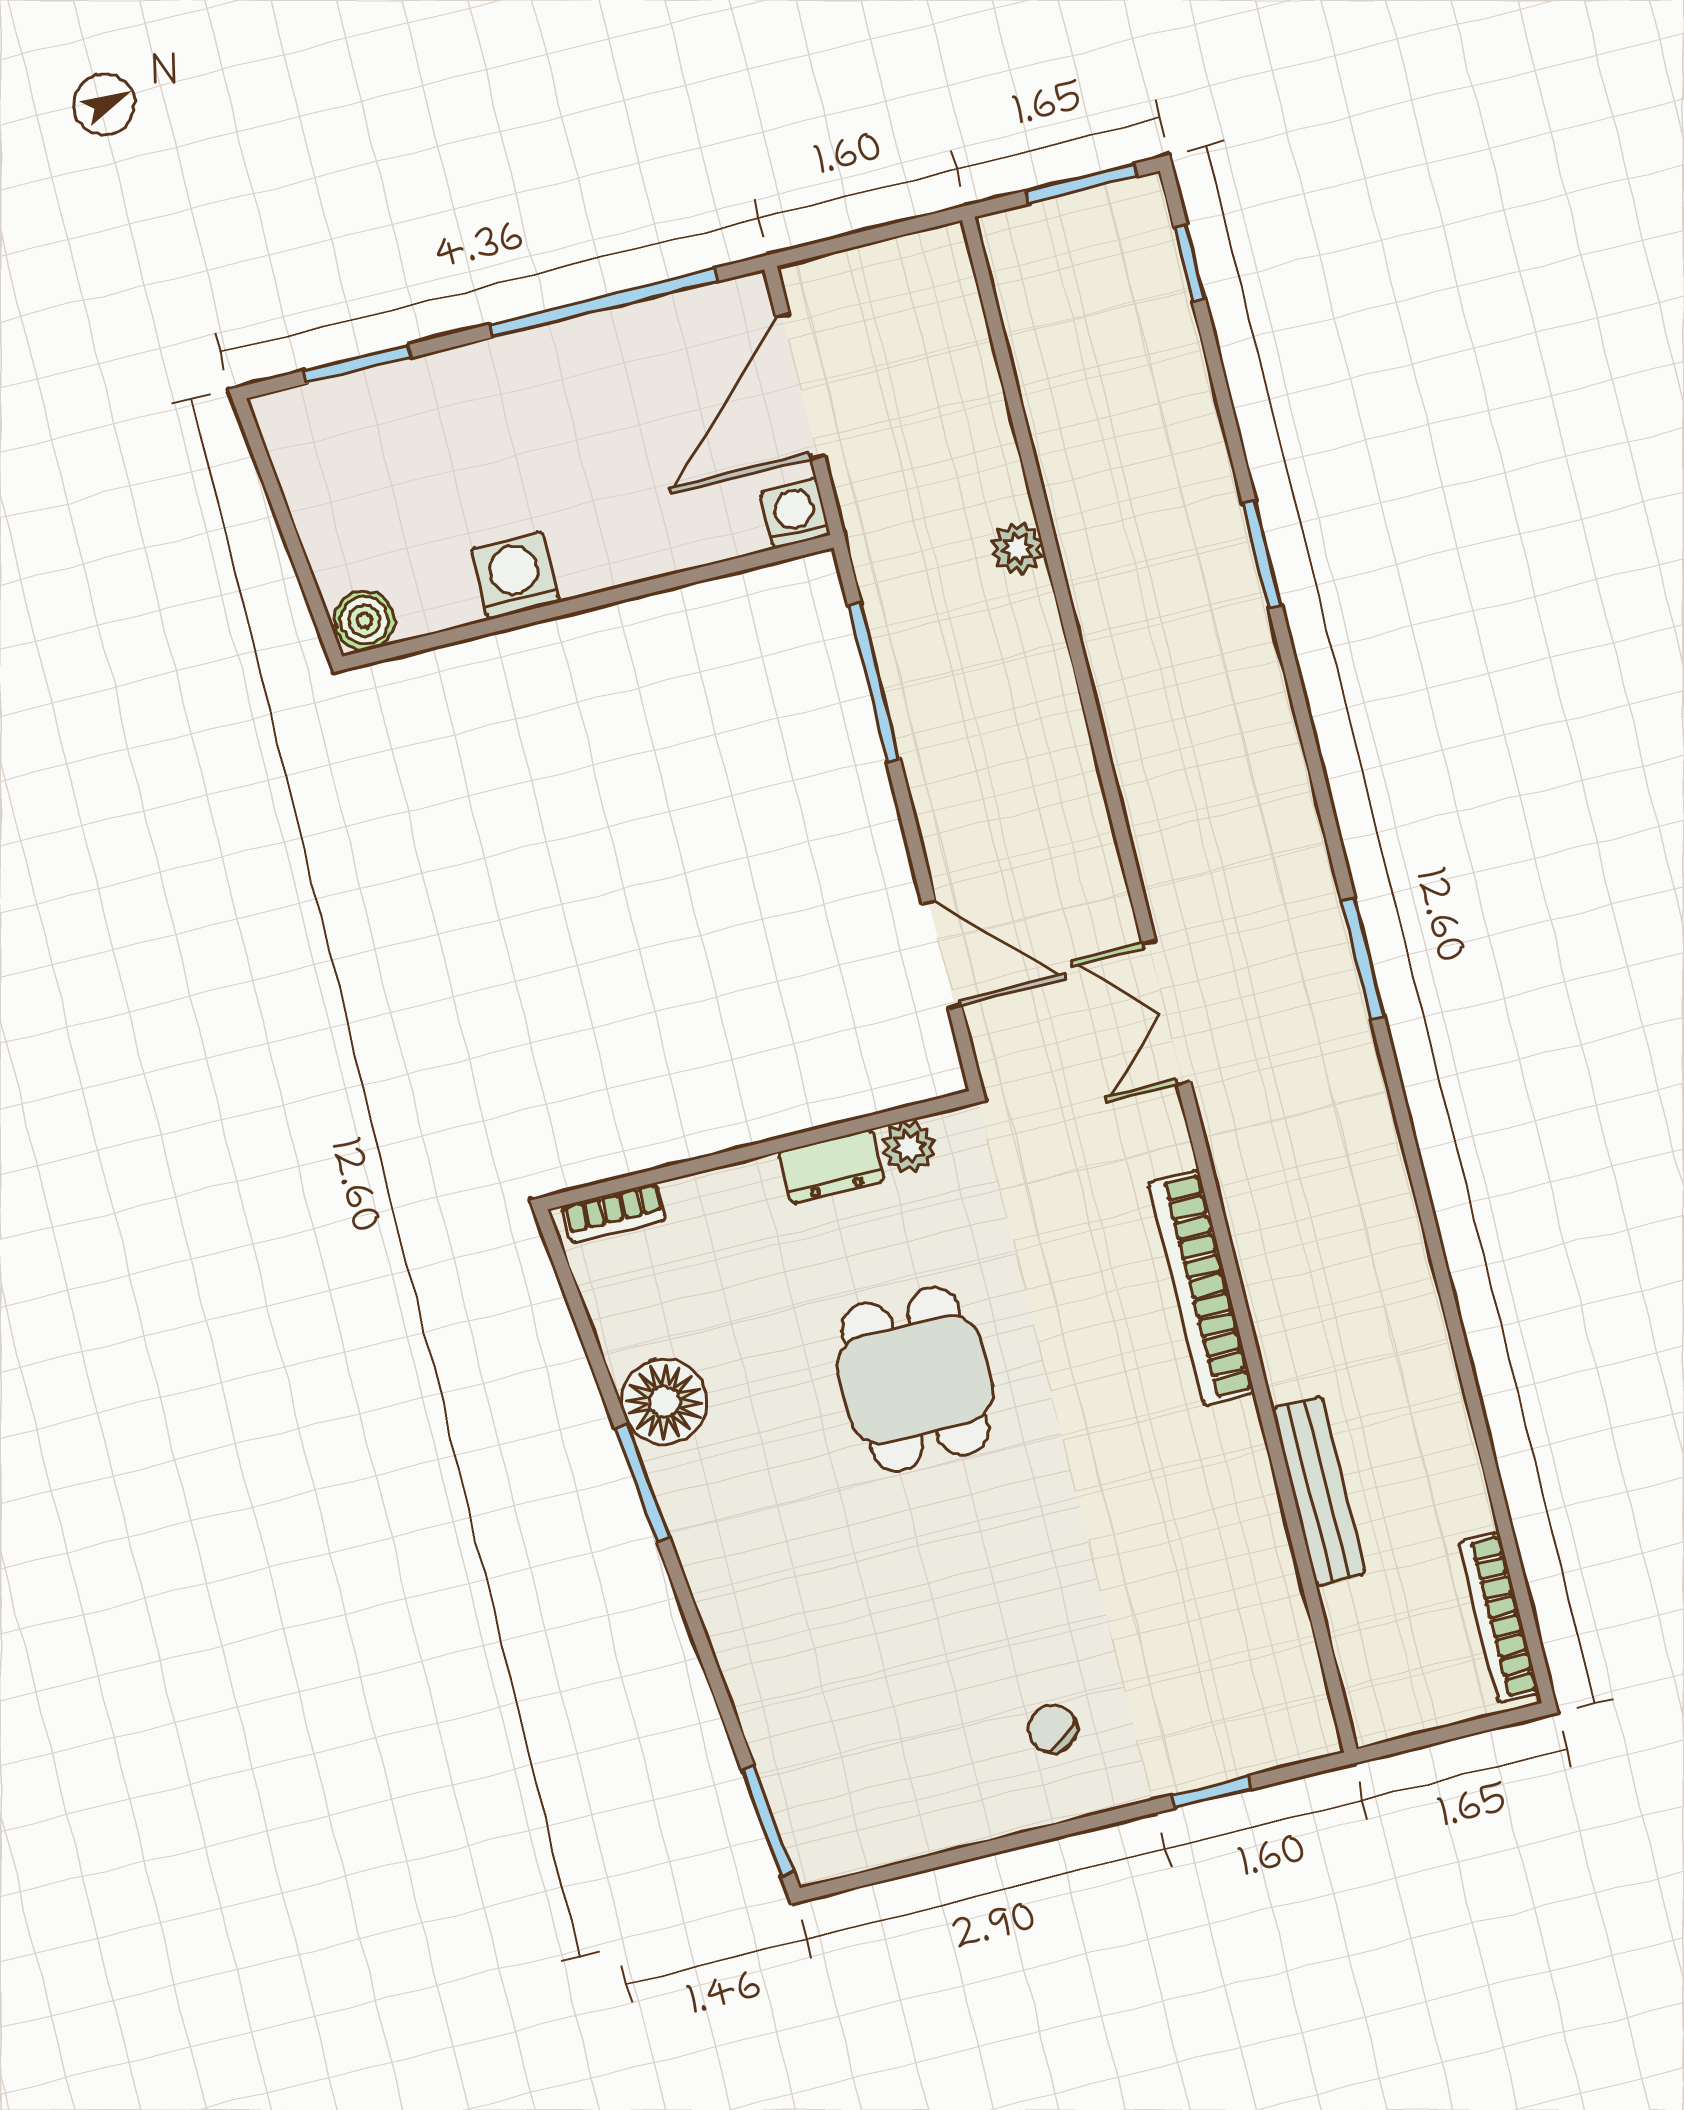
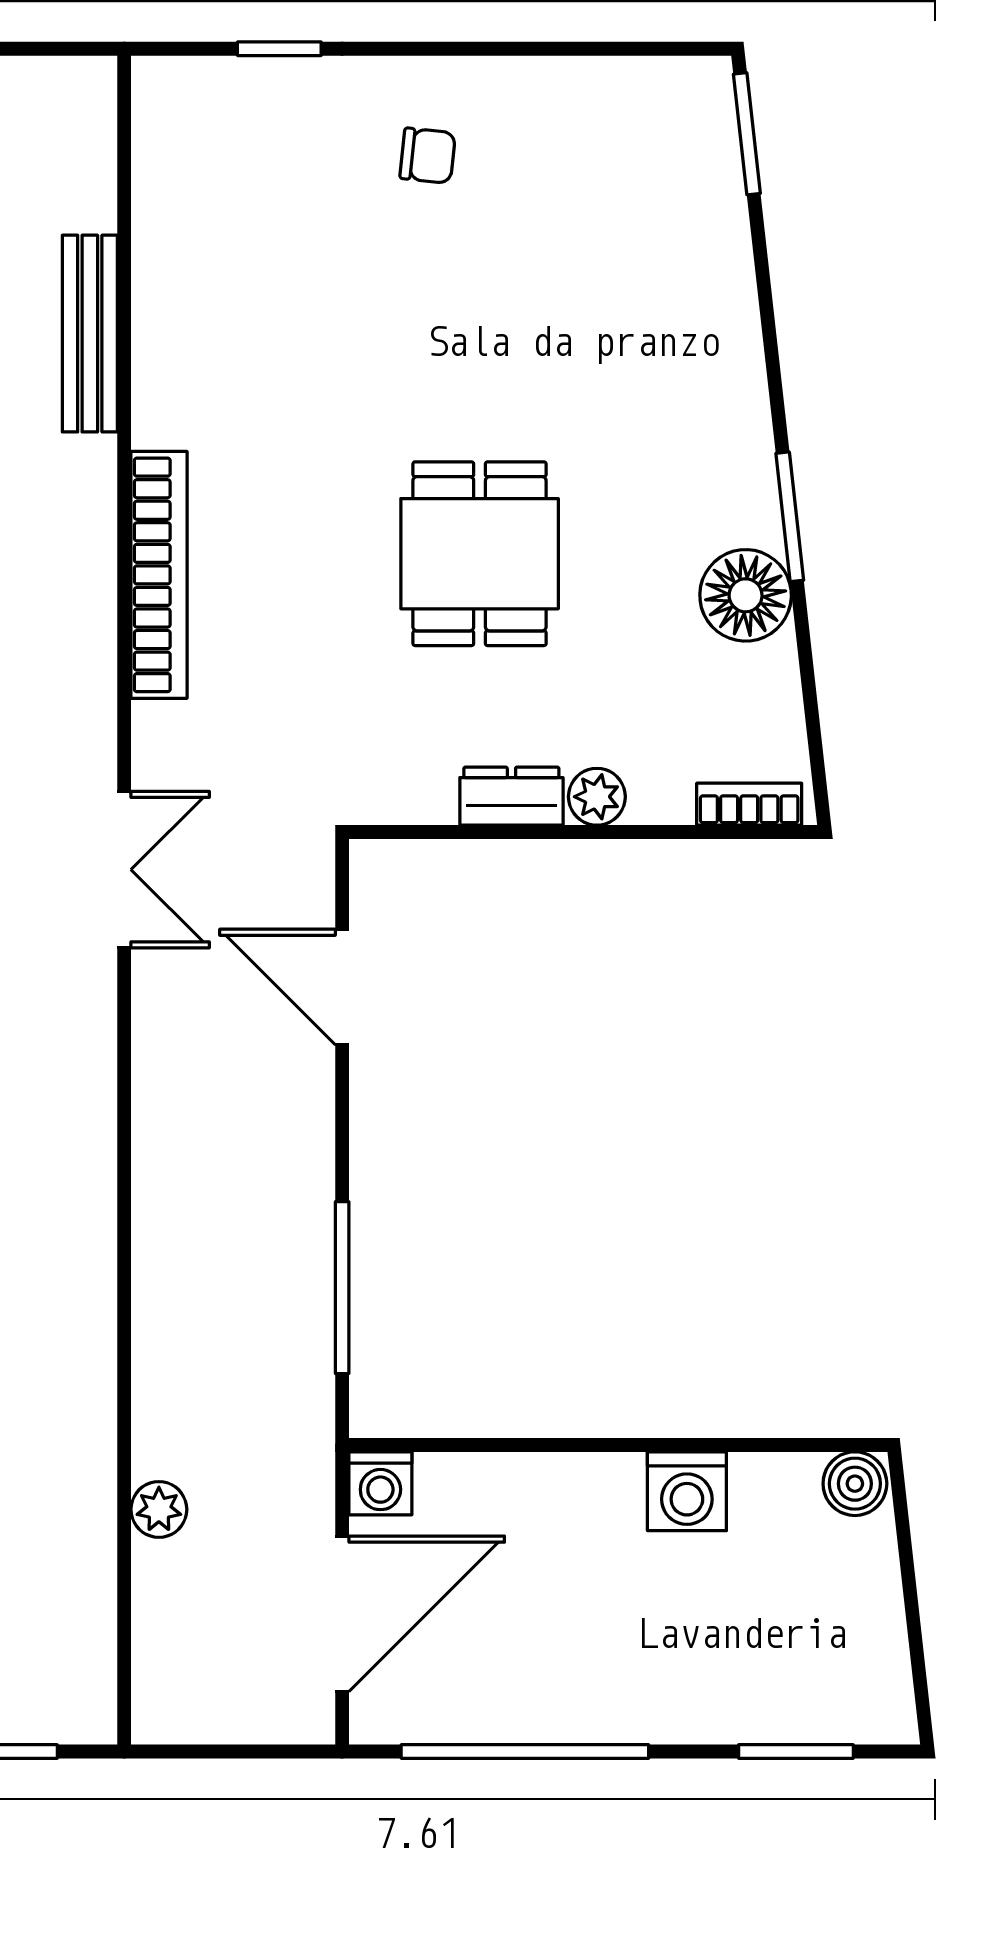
plant: (1017, 548) -> (159, 1509), moved
plant: (909, 1147) -> (597, 797), moved
chair: (1052, 1729) -> (428, 156), turned -50

